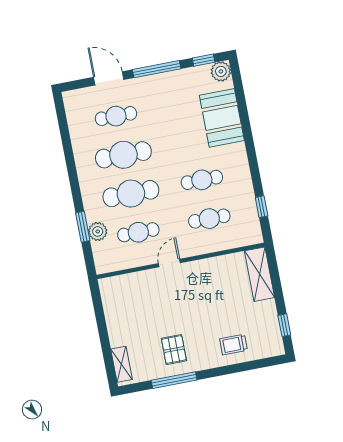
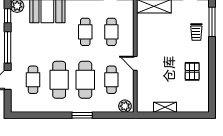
window: (83, 227) -> (82, 115), moved
plant: (98, 231) -> (125, 106), moved
pallet: (174, 350) -> (192, 71), turned 90
shelving: (122, 364) -> (165, 107), moved
window: (174, 380) -> (212, 22), moved

